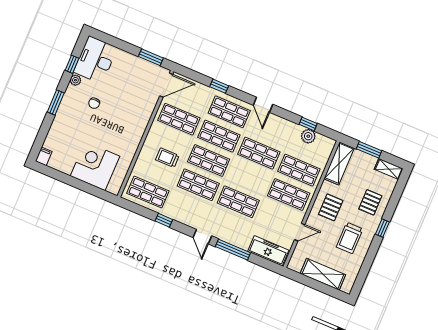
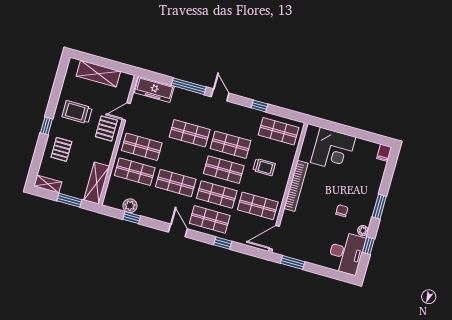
bookcase: (137, 134) -> (296, 186), added
pallet: (331, 207) -> (106, 128), moved
trolley: (350, 238) -> (77, 112), turned -90

